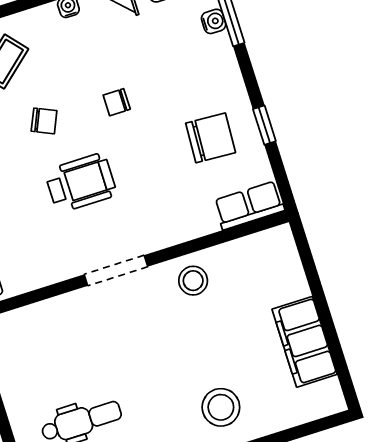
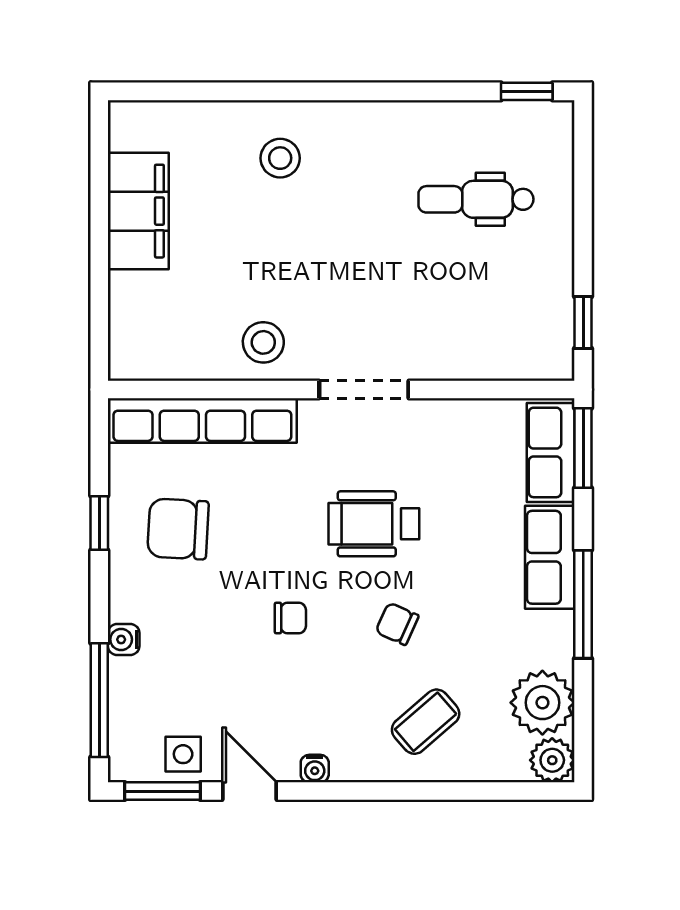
water cooler: (214, 21) -> (124, 639), moved
row of seats: (249, 205) -> (202, 420), width x2.02
stool: (221, 407) -> (280, 158), width x0.73, depth x0.73

